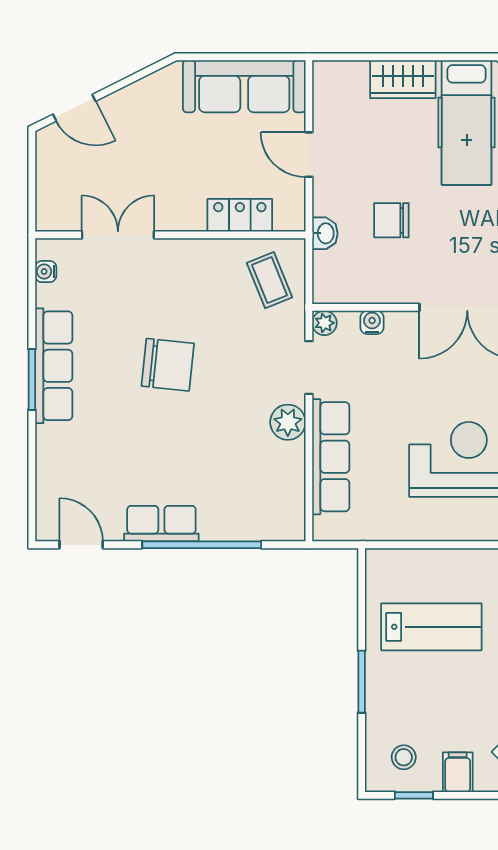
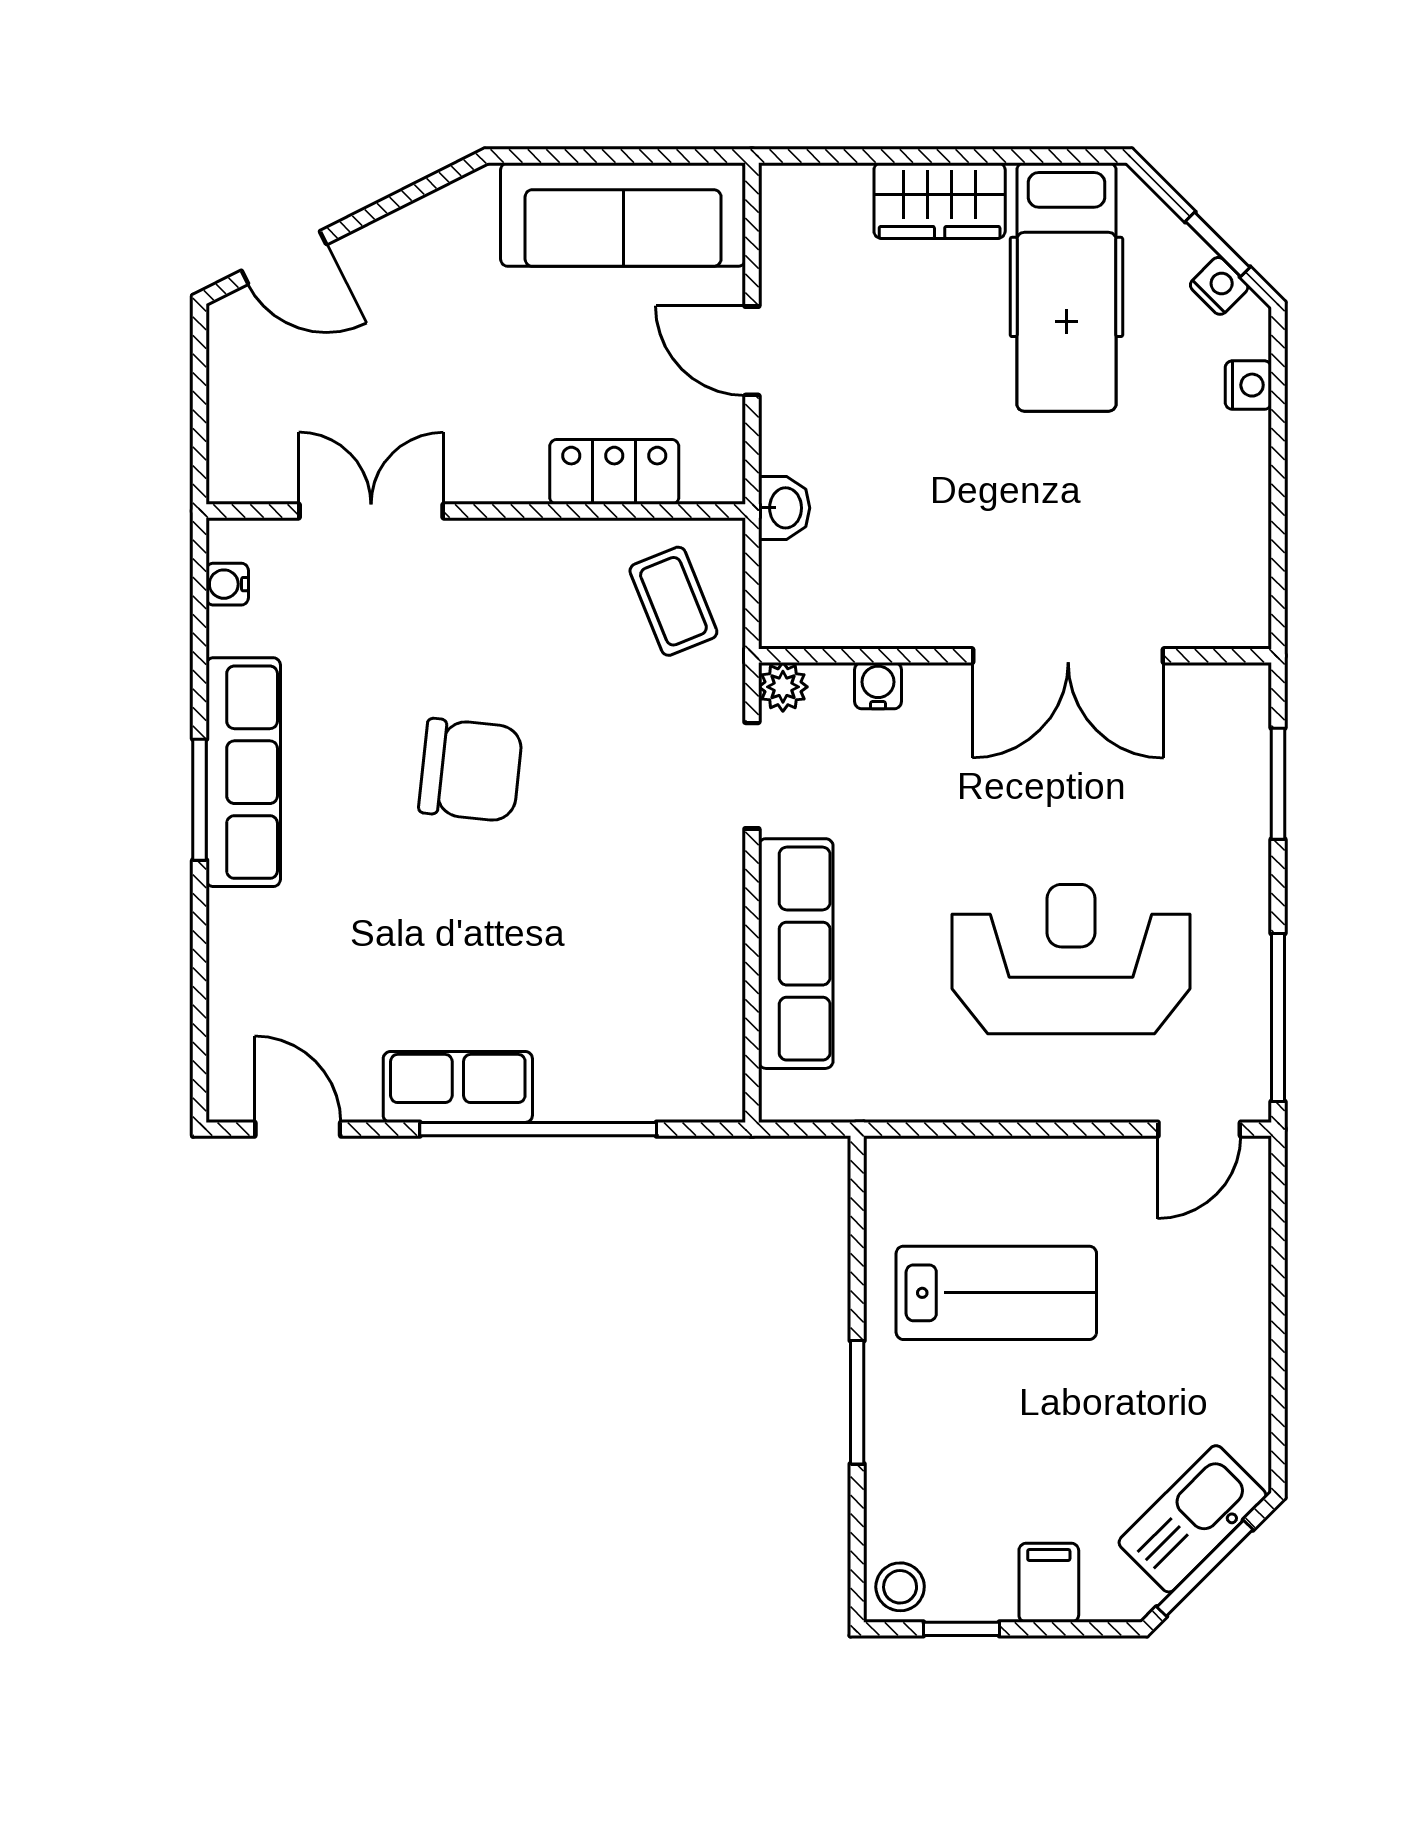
chair: (391, 220) -> (917, 482), removed
plant: (288, 422) -> (710, 885), removed
stool: (404, 757) -> (900, 1587), moved

